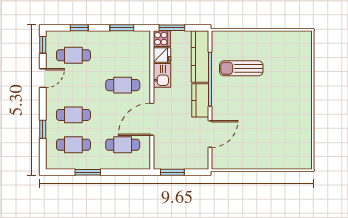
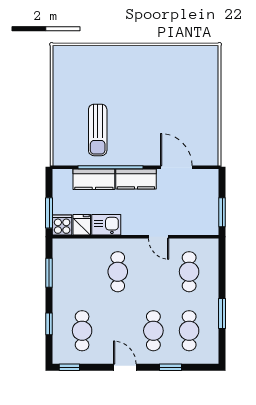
kitchen counter: (200, 56) -> (94, 179), width x0.67
door: (43, 78) -> (125, 367), moved
door: (152, 119) -> (159, 237), width x0.53

